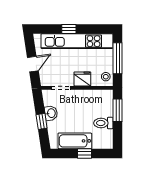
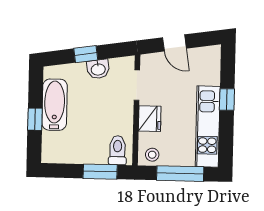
kitchen unit: (77, 41) -> (208, 127), width x0.73
toilet: (103, 123) -> (117, 150), moved

